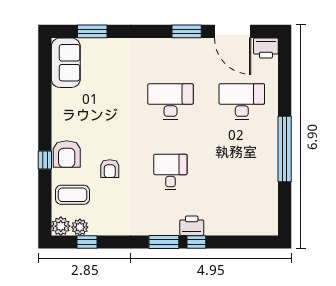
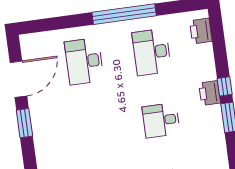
printer: (266, 48) -> (201, 31), moved, turned 180
desk: (170, 101) -> (152, 52), moved

